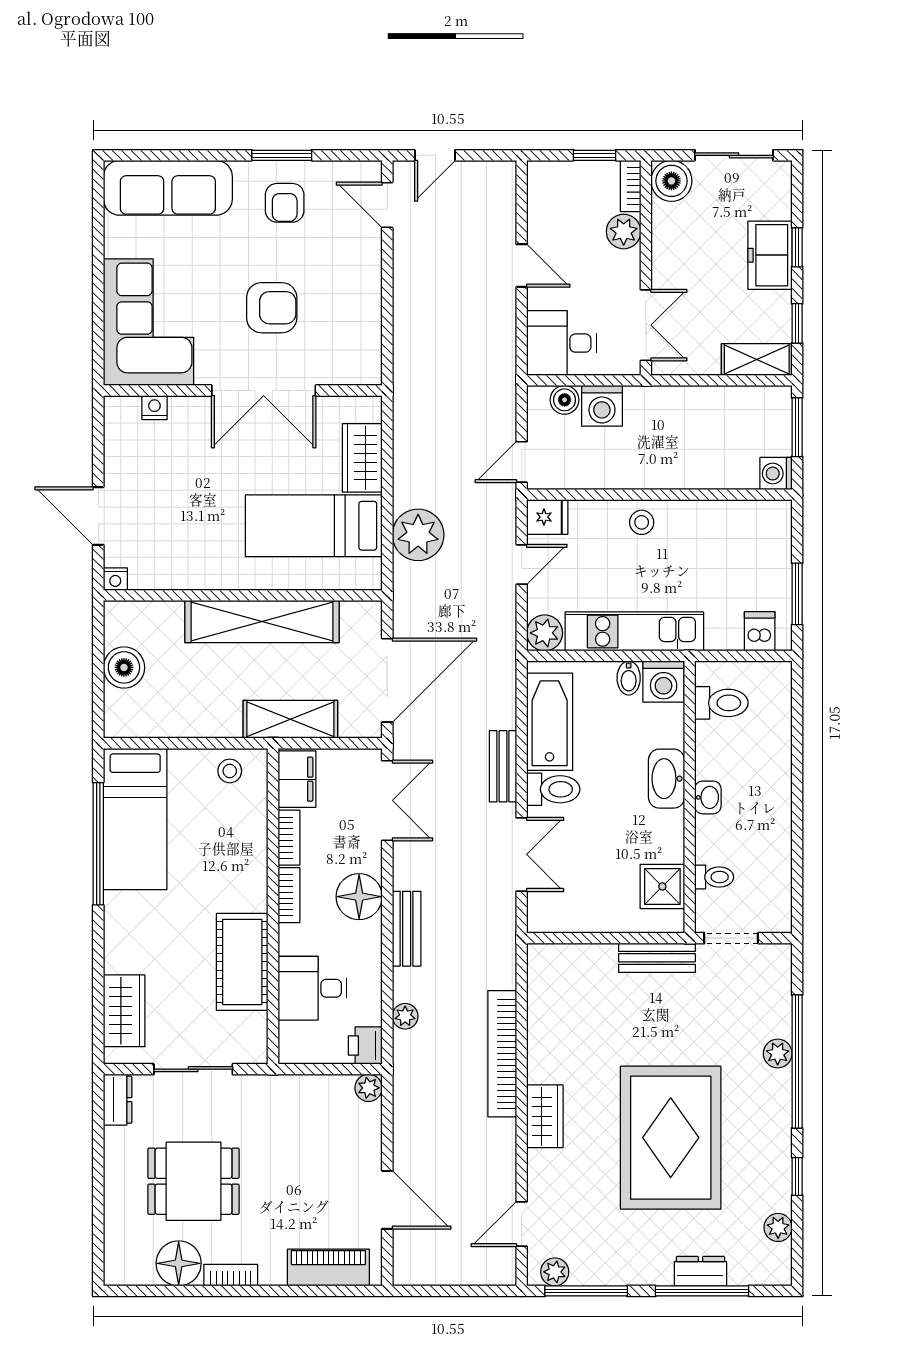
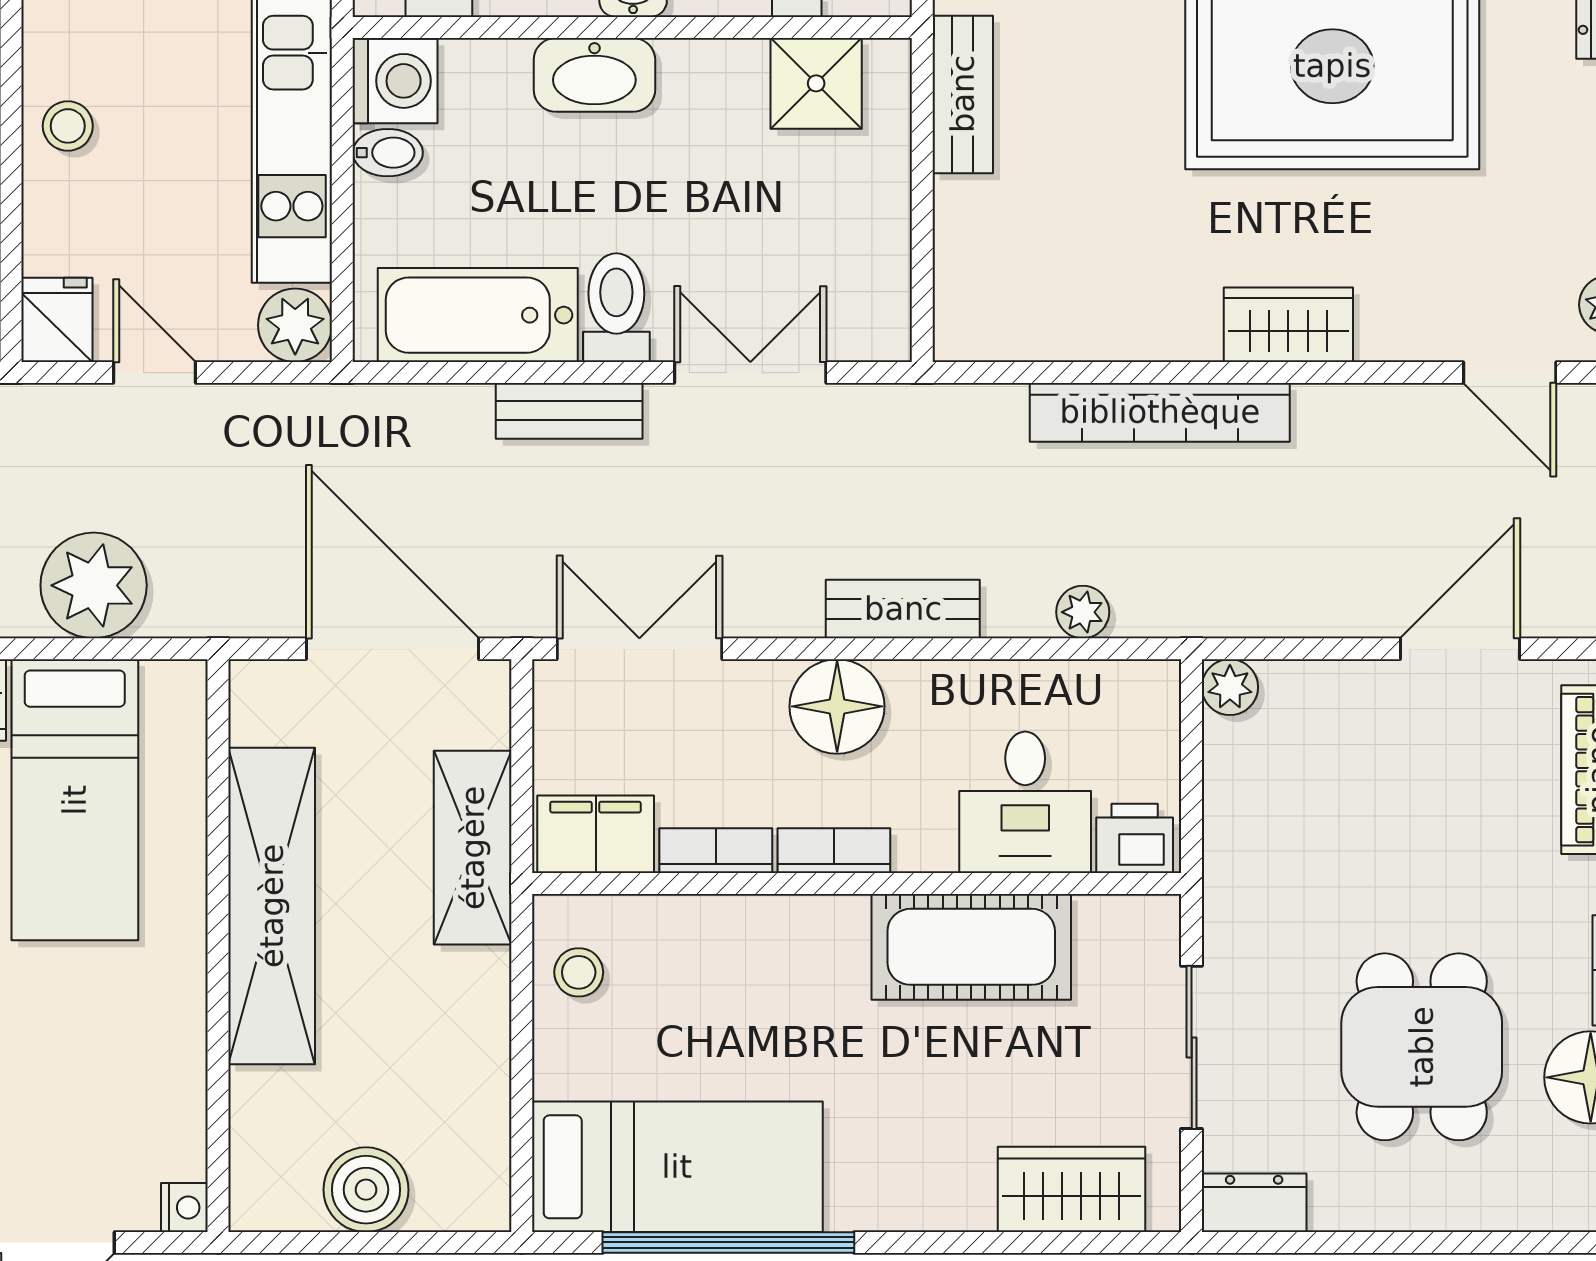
printer: (365, 1046) -> (1135, 838), moved, turned 180

